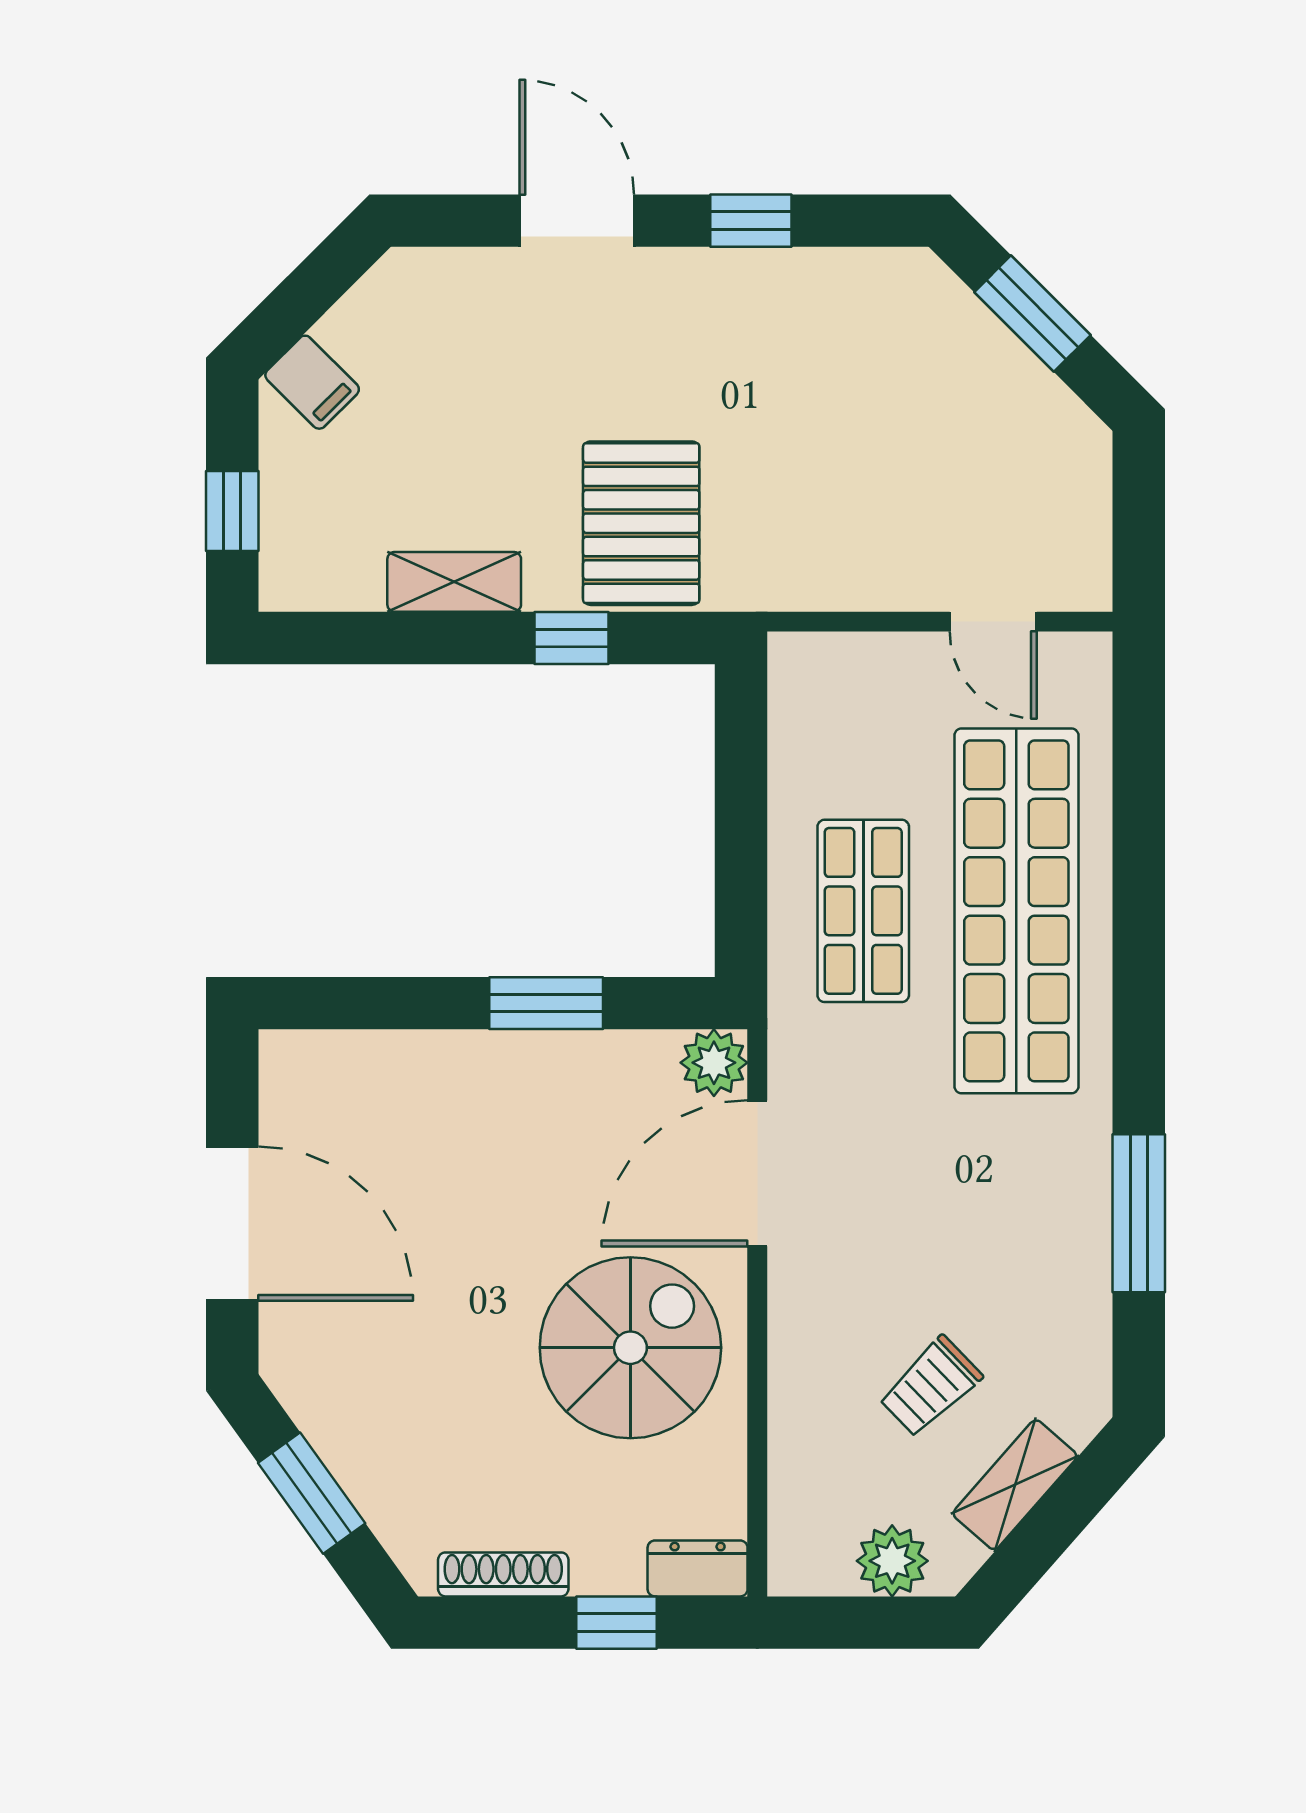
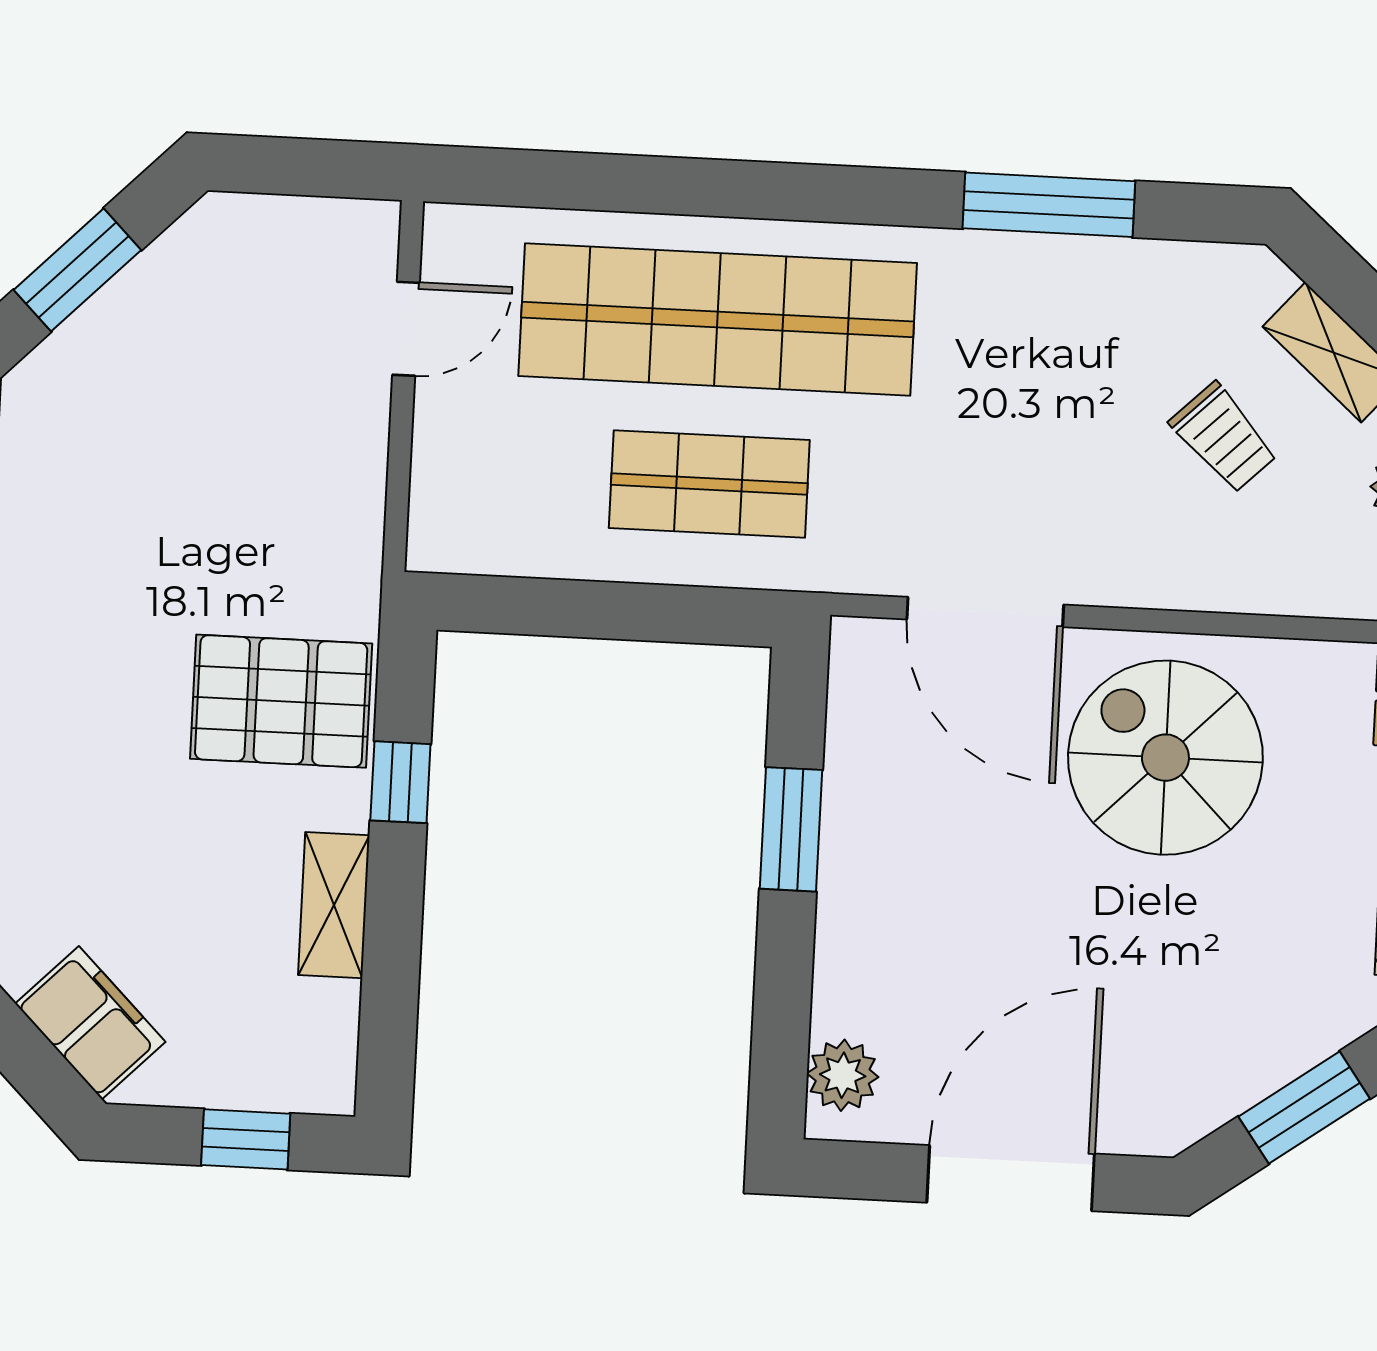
filing cabinet: (312, 382) -> (90, 1023), width x2.00
plant: (714, 1063) -> (843, 1075), moved

